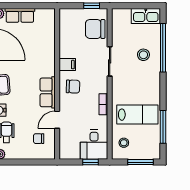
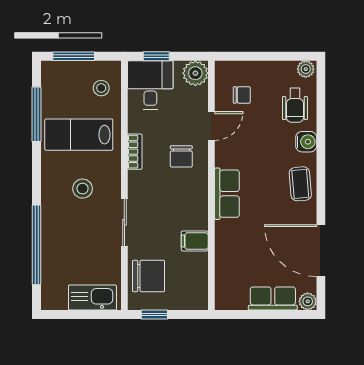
kitchen sink: (146, 16) -> (92, 298), moved
stool: (143, 55) -> (83, 189), moved
filing cabinet: (67, 65) -> (195, 241), moved
chair: (73, 87) -> (181, 156), moved, turned -92
row of seats: (48, 92) -> (227, 194), moved
plant: (67, 152) -> (195, 73), added

